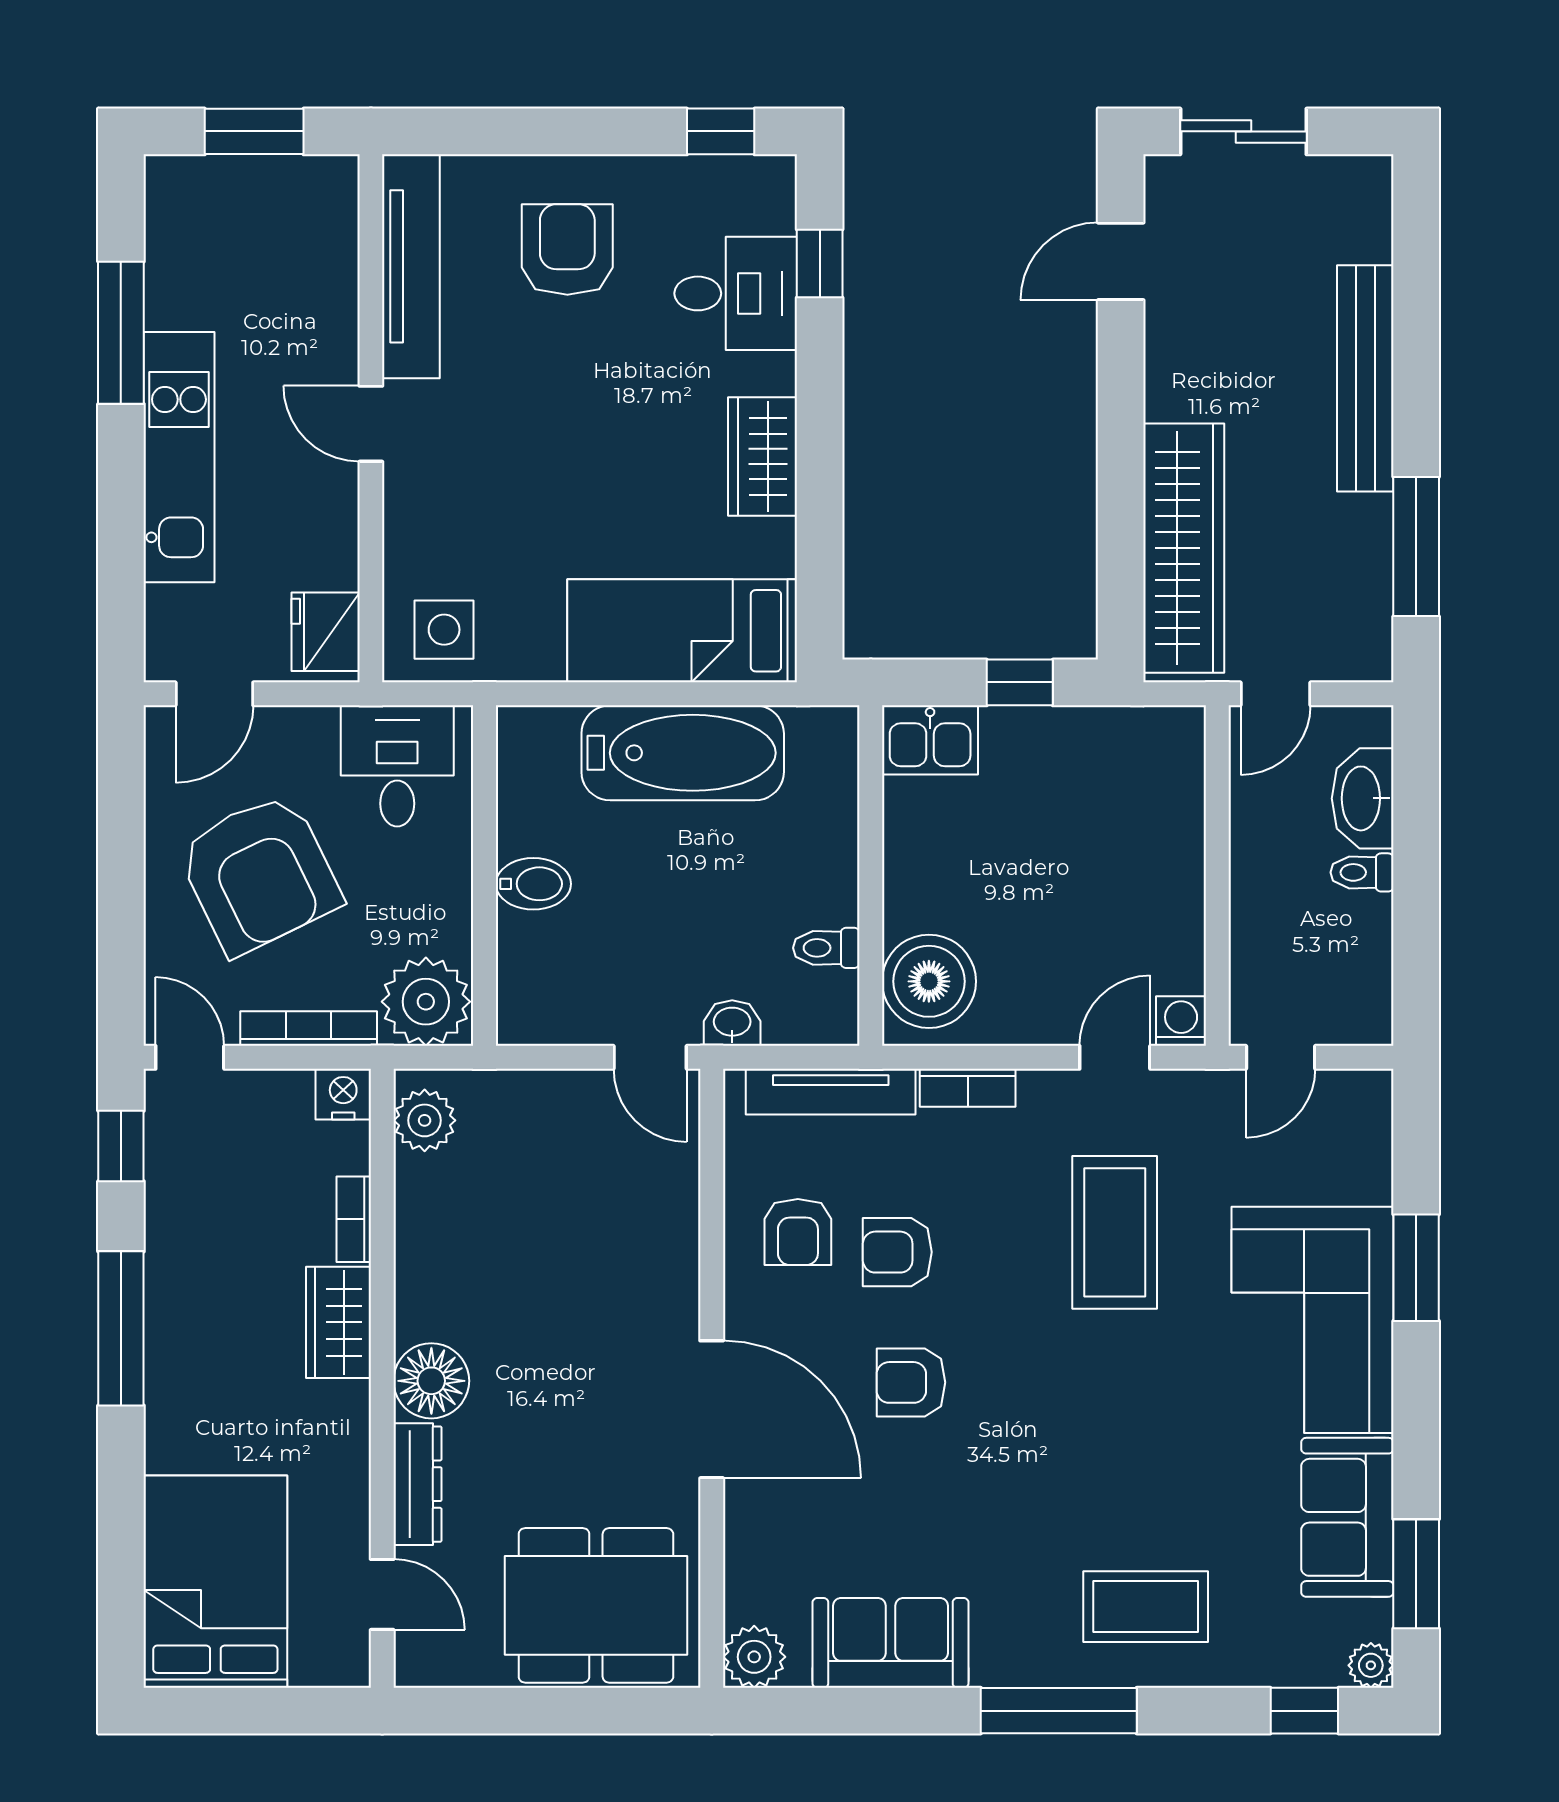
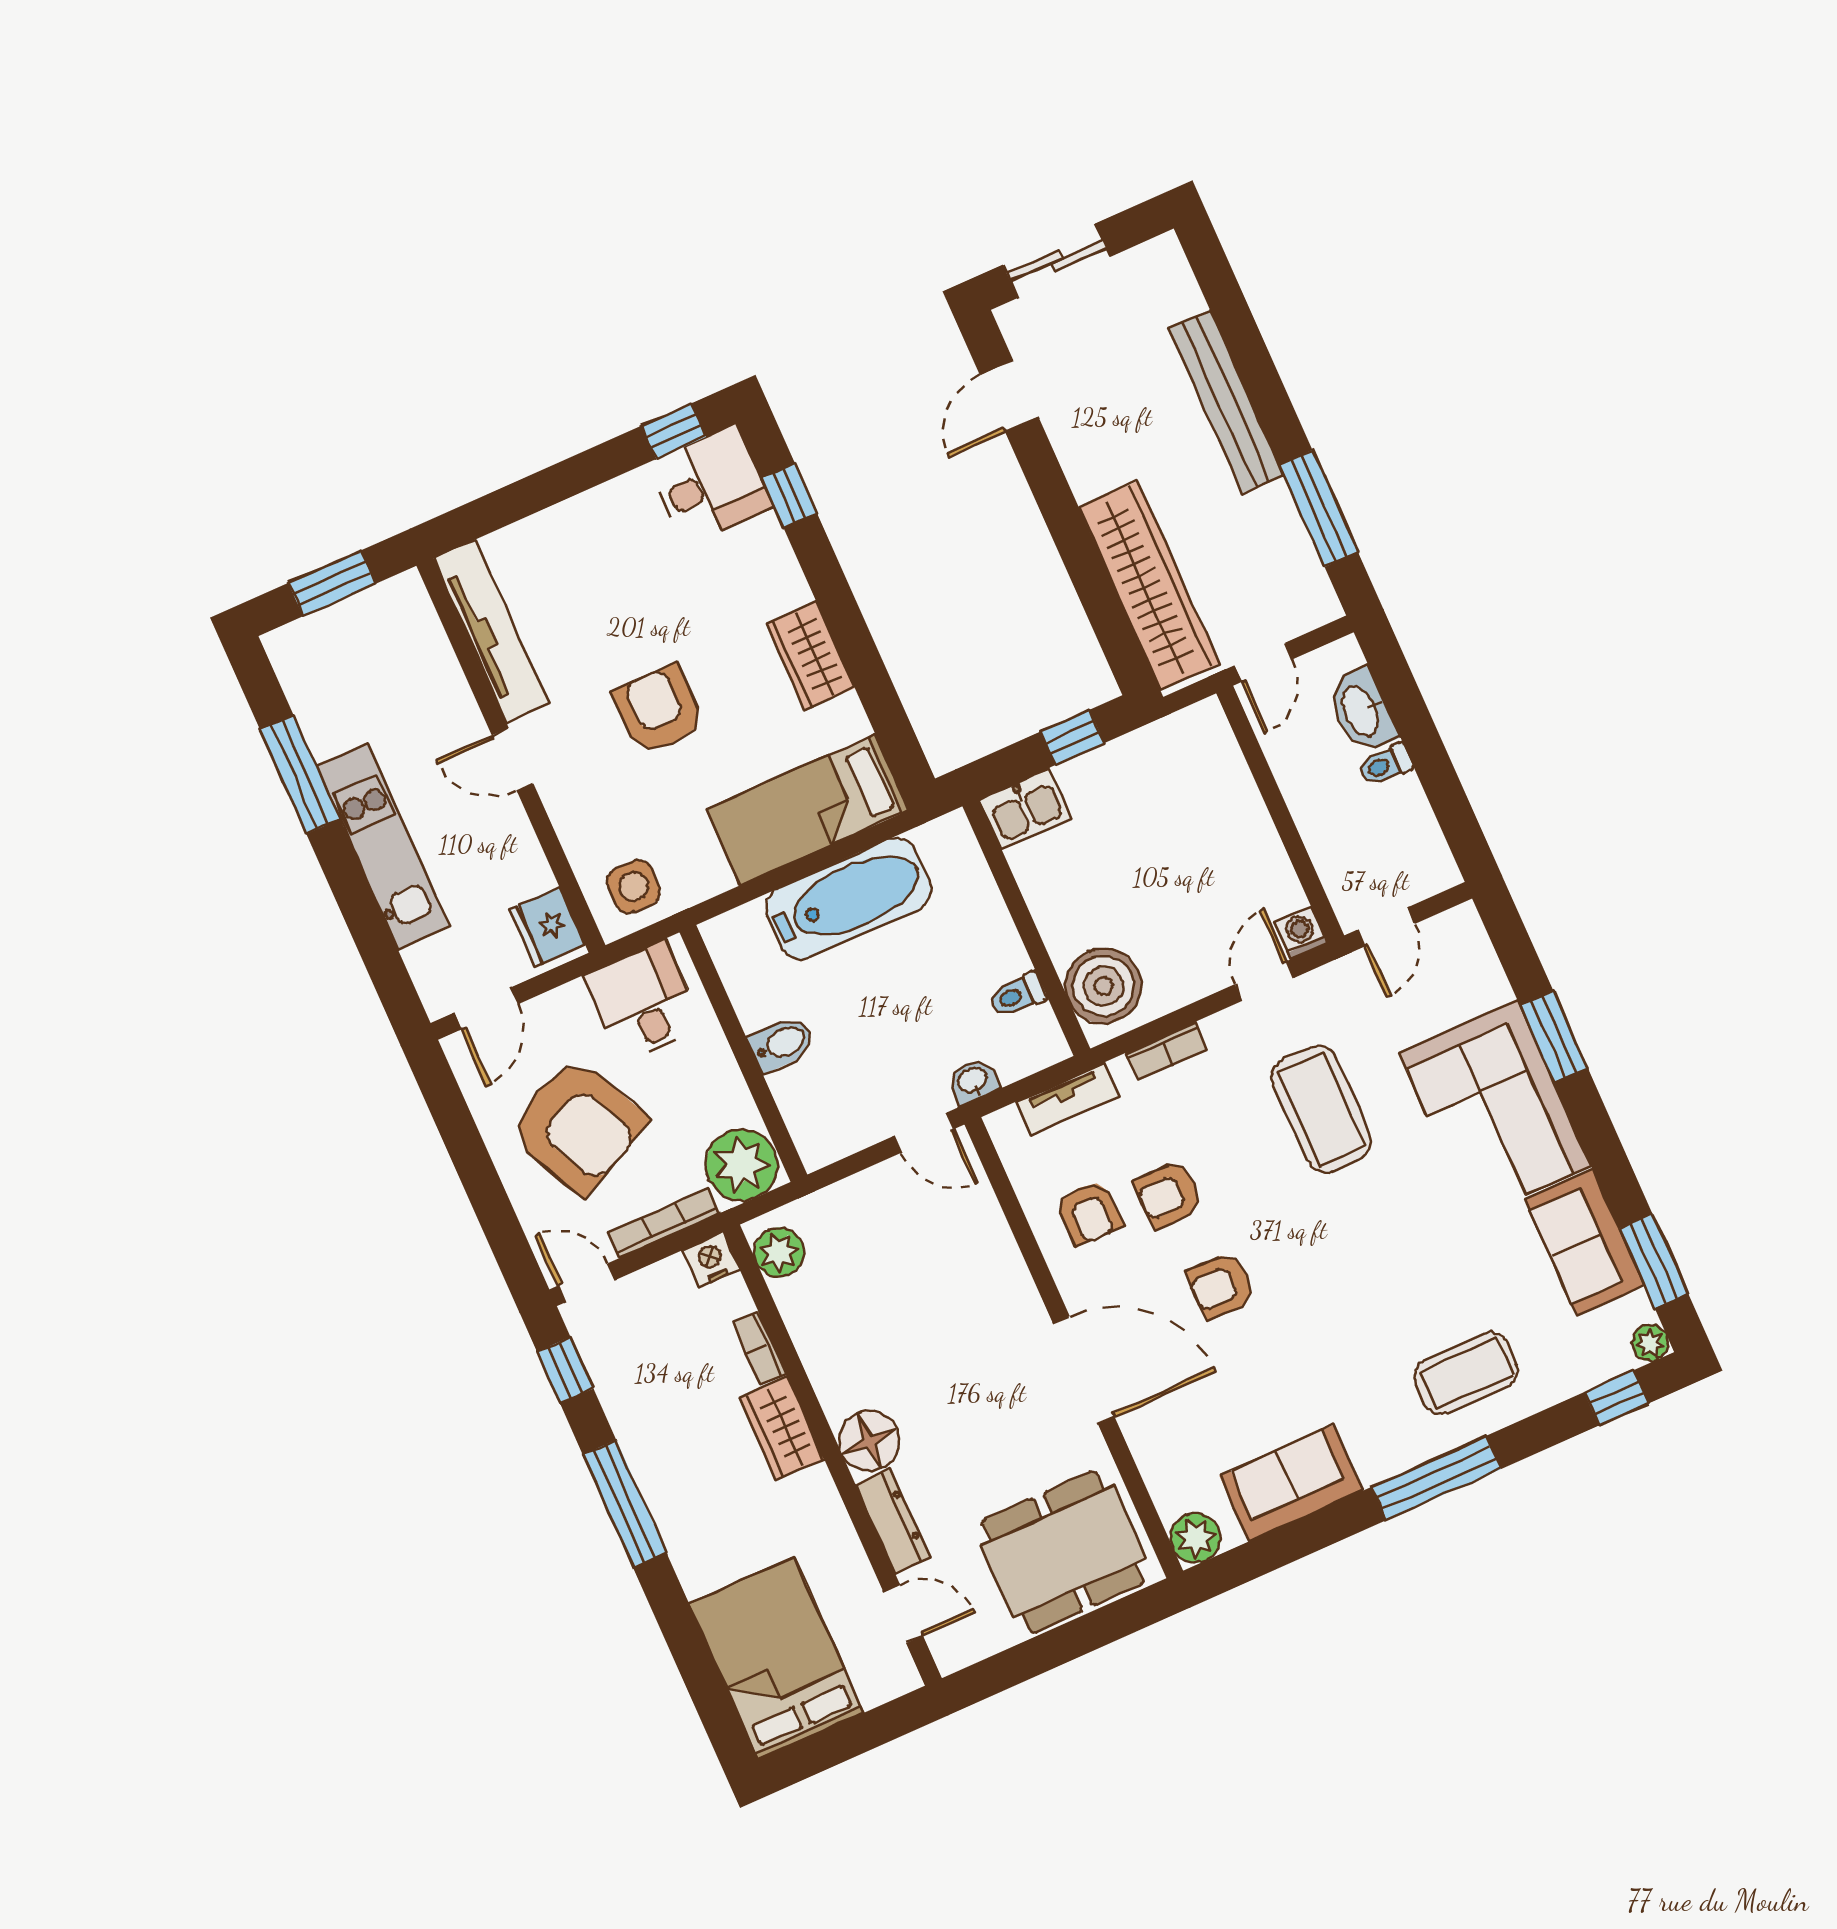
armchair: (567, 249) -> (658, 710), moved
desk: (736, 293) -> (711, 485), moved
tv unit: (831, 1092) -> (1067, 1099), width x0.71

